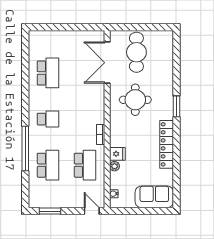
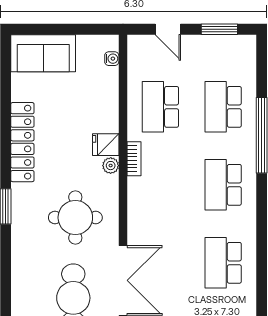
school desk: (48, 119) -> (223, 185), width x1.85
fridge: (117, 154) -> (106, 145), moved
plant: (114, 166) -> (111, 166), moved
door: (92, 211) -> (168, 29), moved

